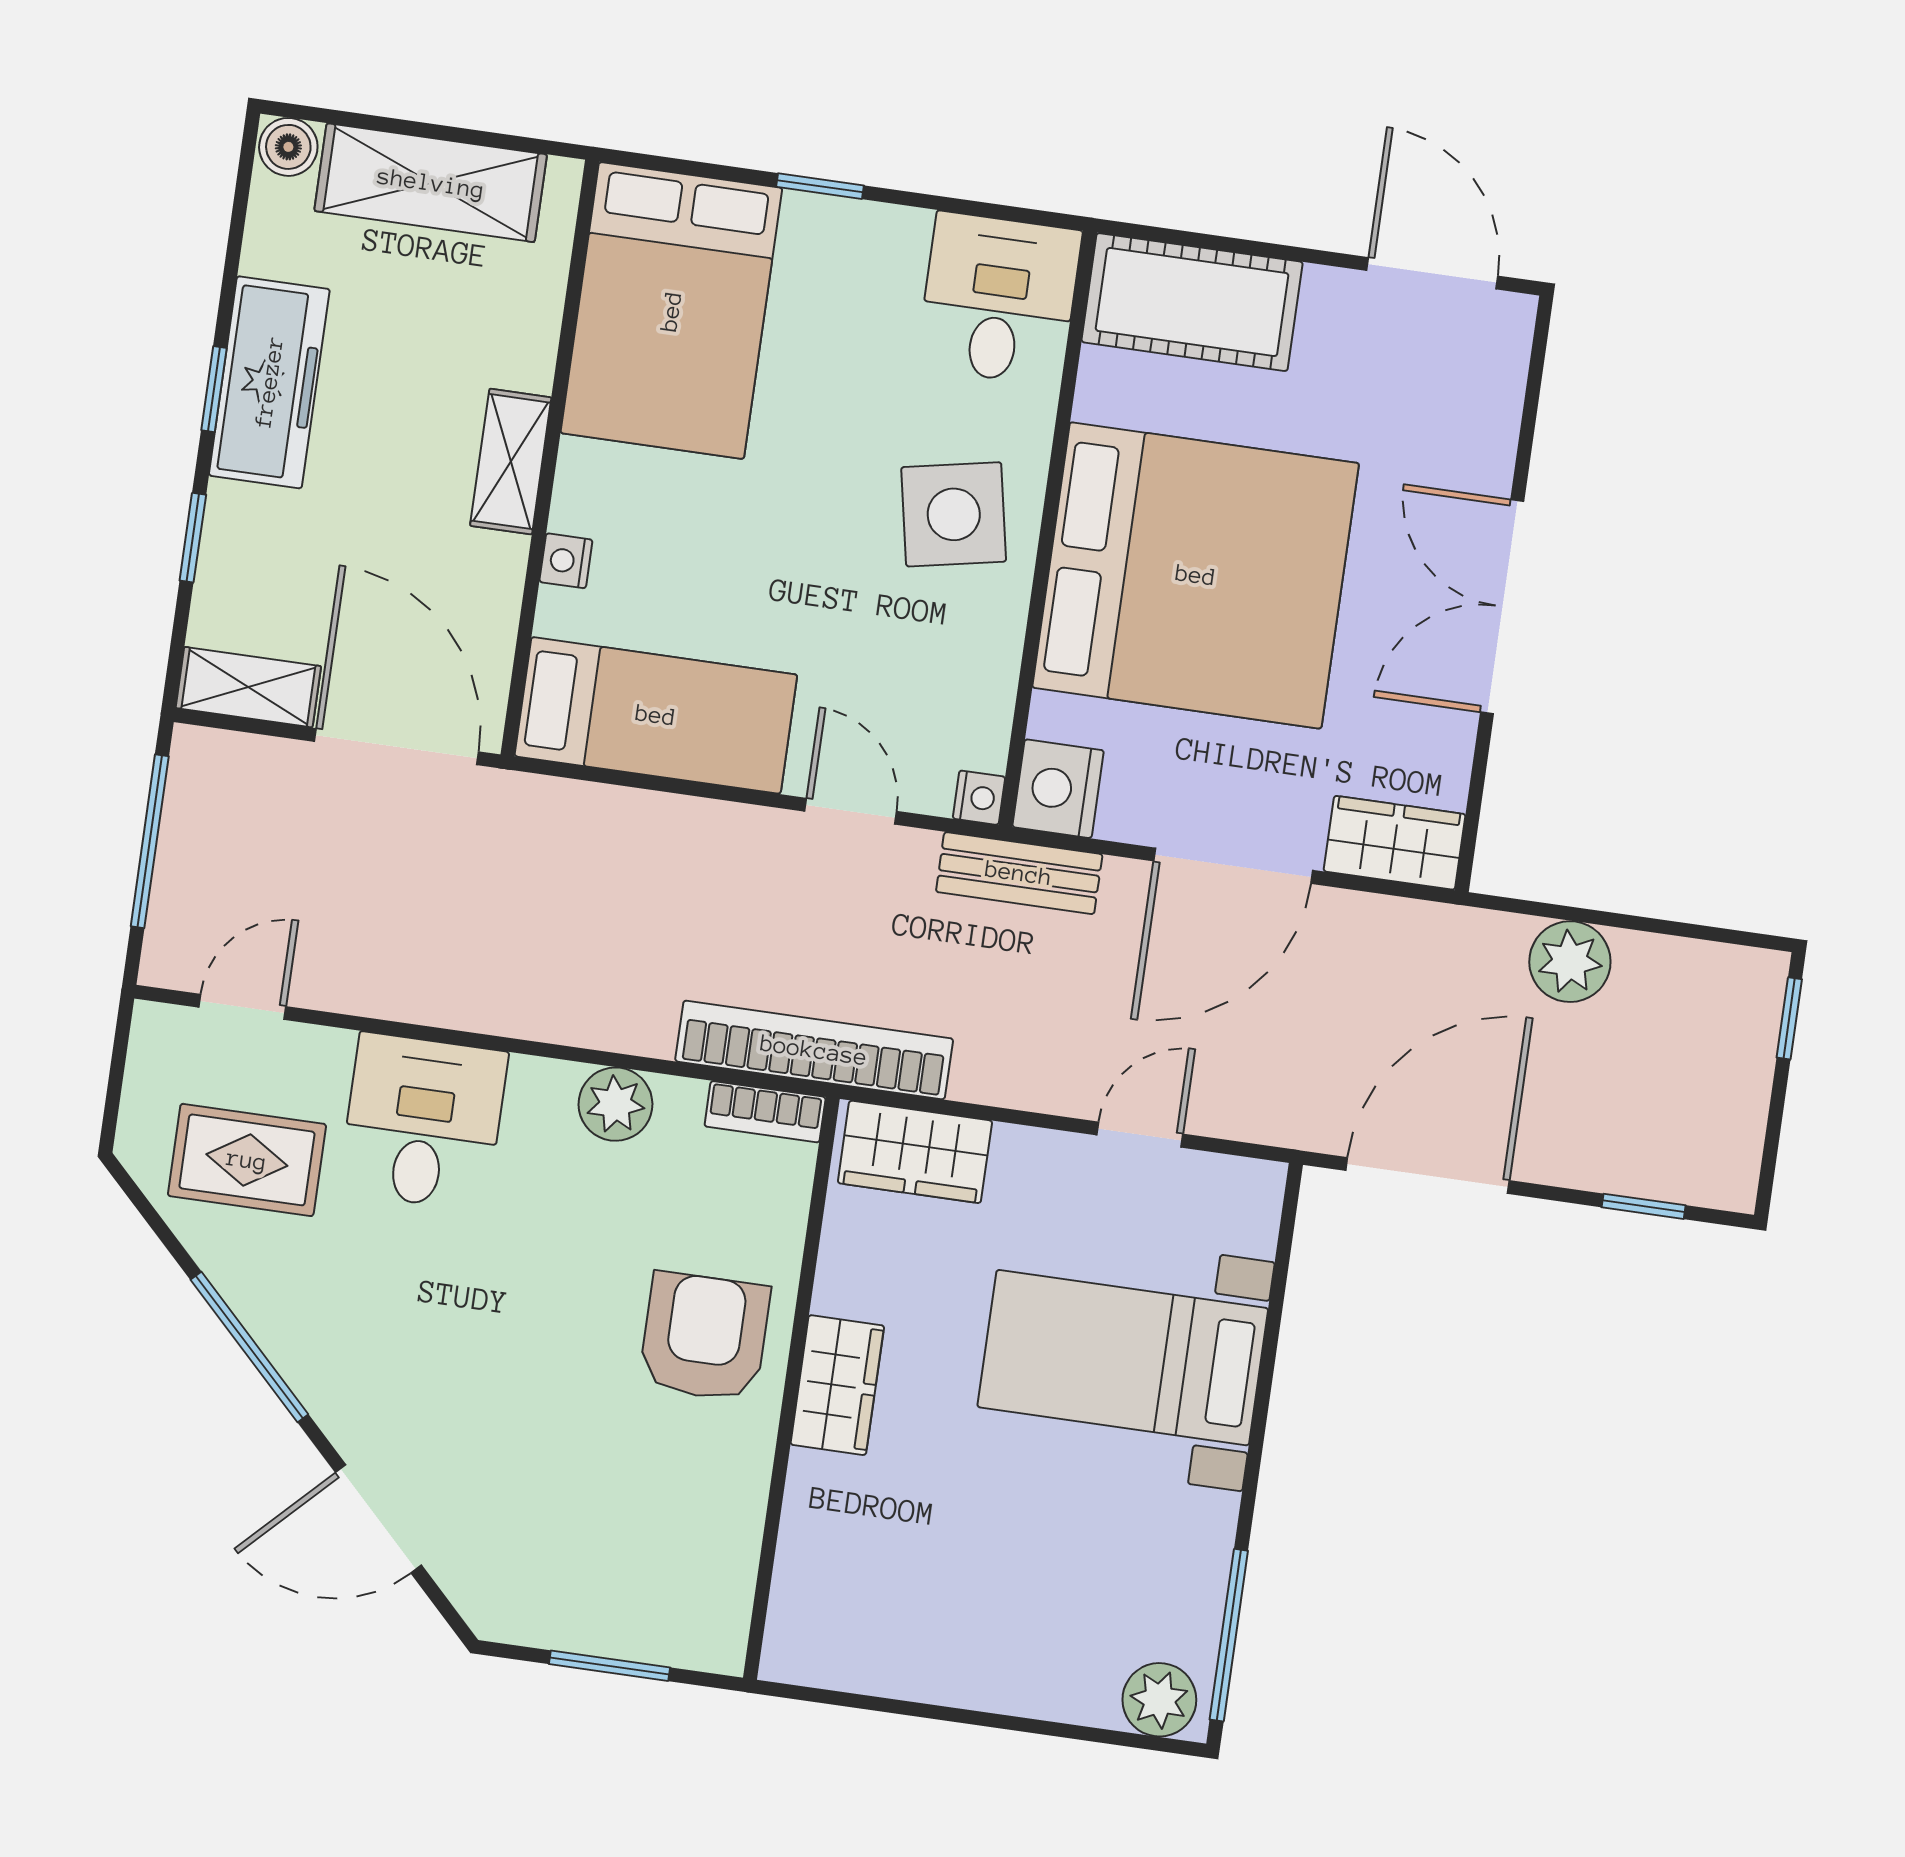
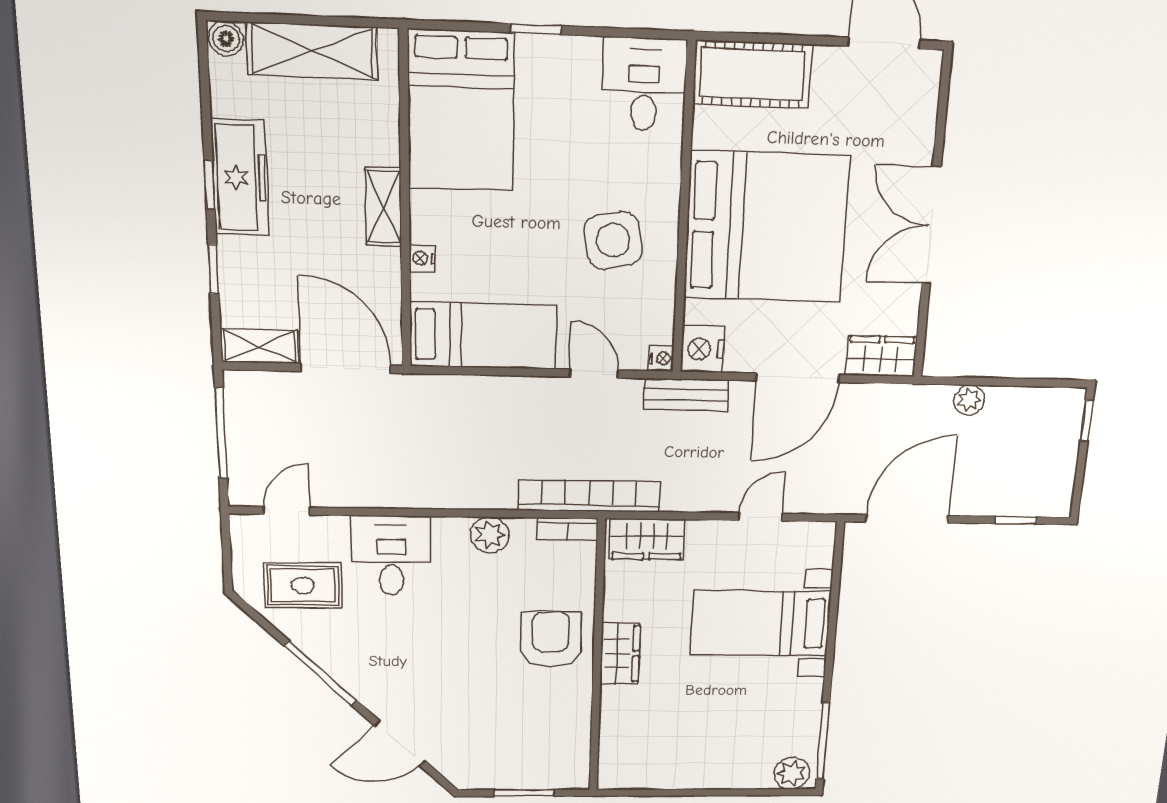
side table: (954, 514) -> (613, 240), moved
plant: (1570, 962) -> (969, 400), width x0.73, depth x0.73

